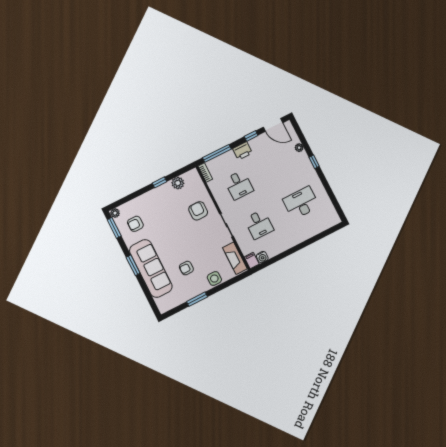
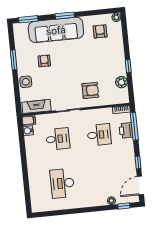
printer: (242, 151) -> (126, 130), moved
window: (314, 162) -> (124, 206), moved
desk: (239, 185) -> (99, 135), turned 180
desk: (301, 203) -> (62, 183), turned 180
desk: (259, 224) -> (58, 139), turned 180
window: (114, 228) -> (28, 19), moved

